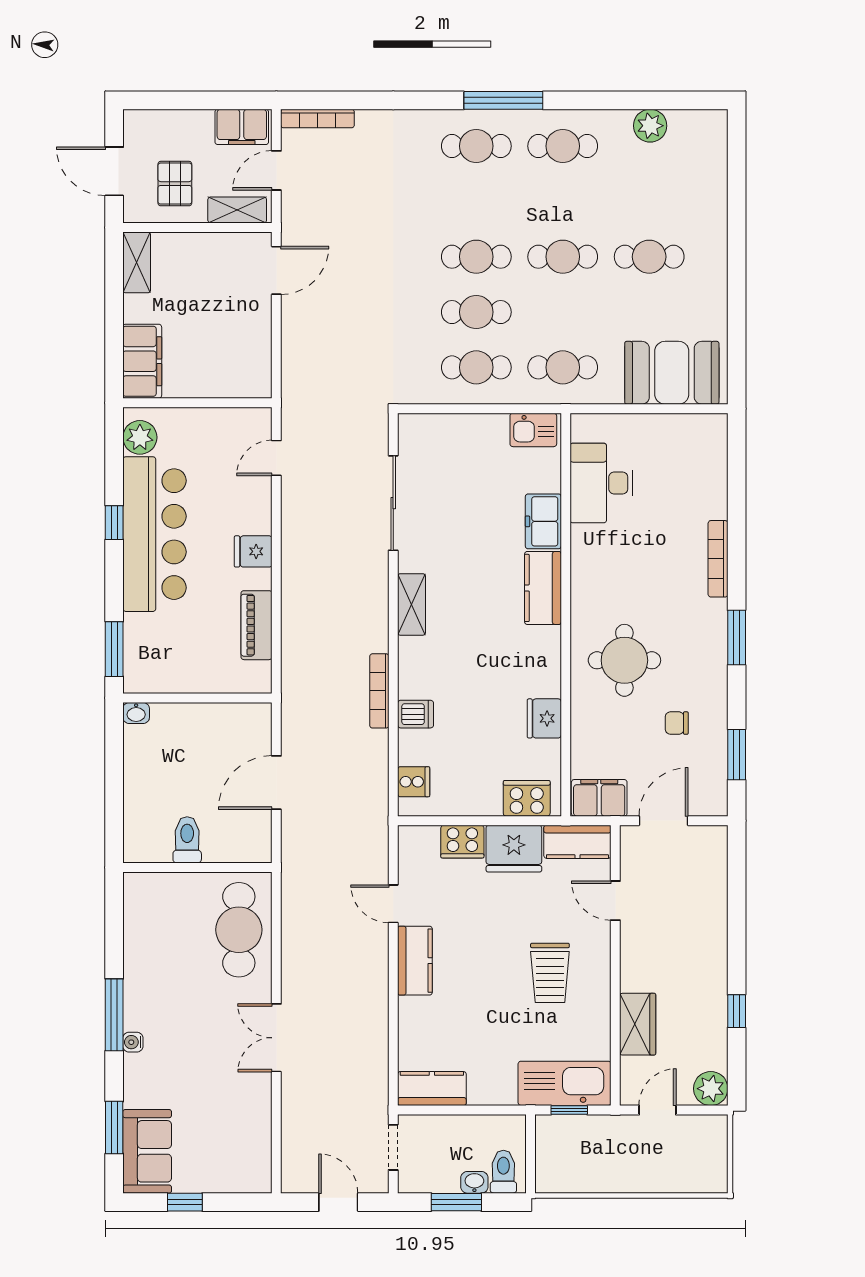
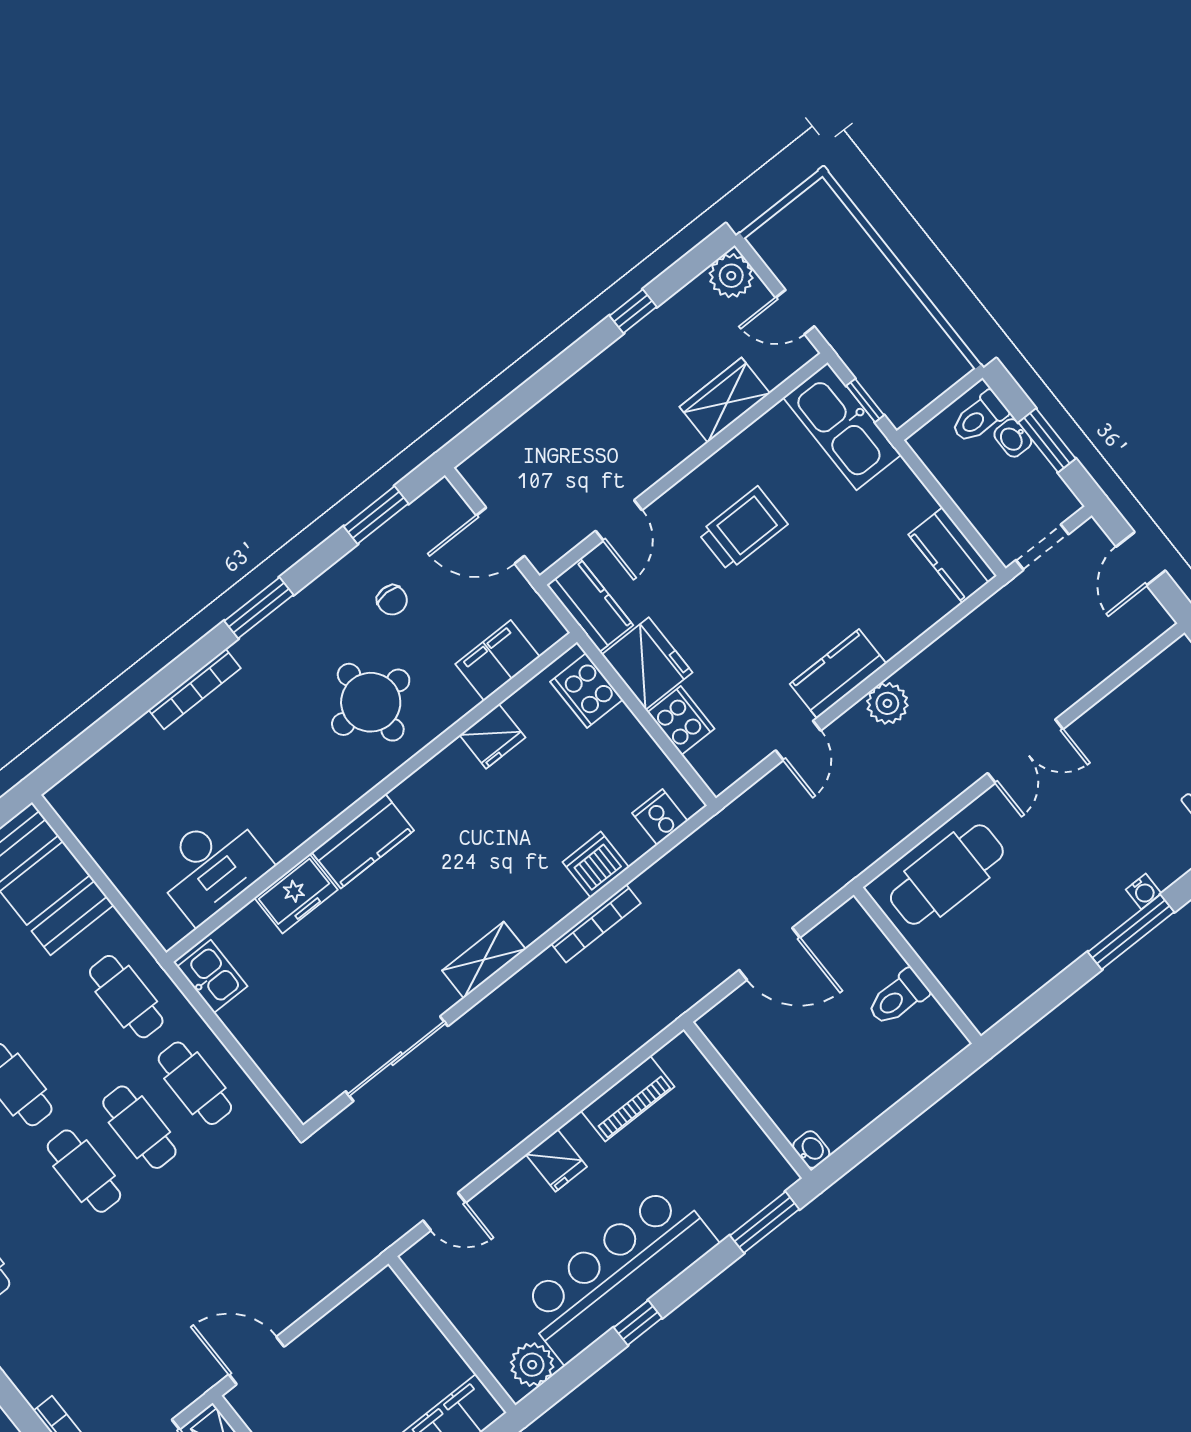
dishwasher: (416, 714) -> (596, 865), width x1.38
filing cabinet: (599, 798) -> (497, 660), moved, turned 90
plant: (373, 976) -> (887, 703), added

